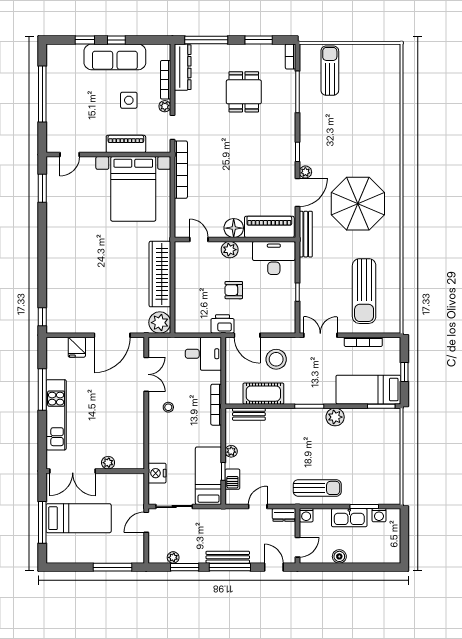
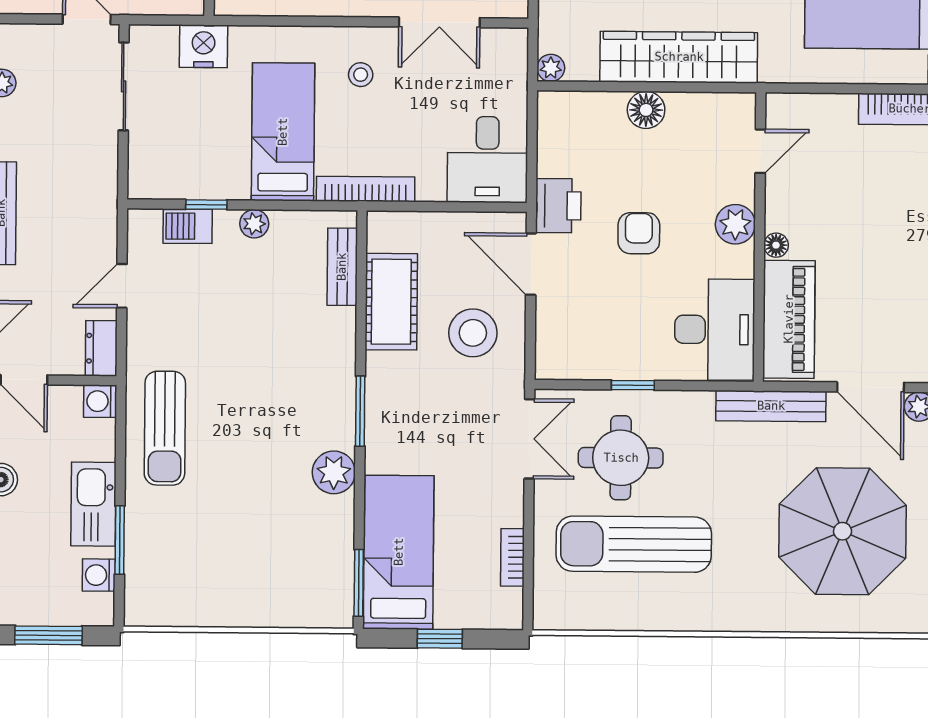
floor lamp: (234, 228) -> (776, 245), width x0.53, depth x0.53
floor lamp: (182, 287) -> (646, 110), added
round table: (328, 297) -> (621, 458), added
plant: (160, 323) -> (551, 68), width x0.53, depth x0.53
door: (247, 335) -> (531, 264), hinge flipped
bookcase: (363, 342) -> (512, 557), width x0.64
bed: (208, 476) -> (283, 132), moved, turned -90
door: (258, 506) -> (122, 286), swing flipped
window: (404, 536) -> (49, 635), added

